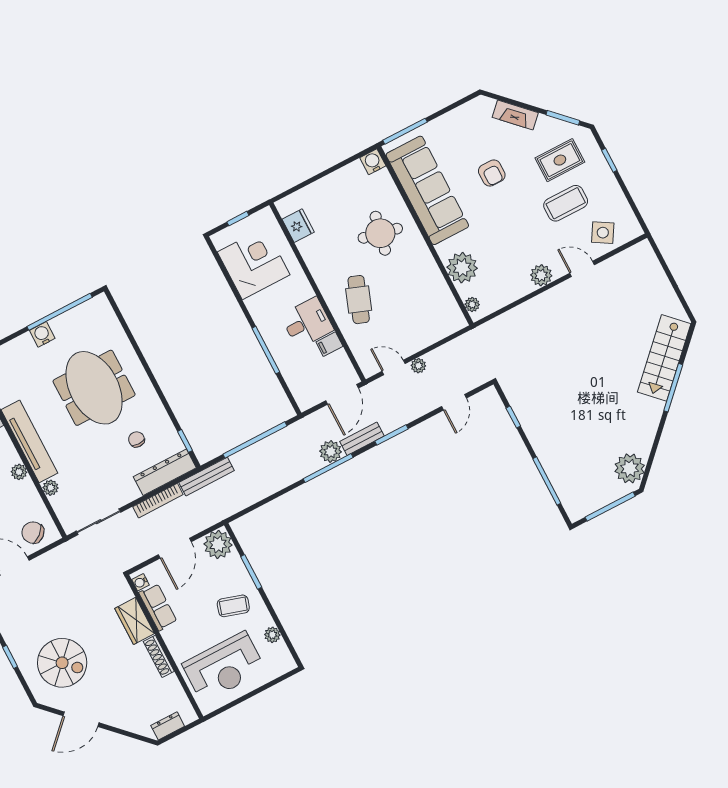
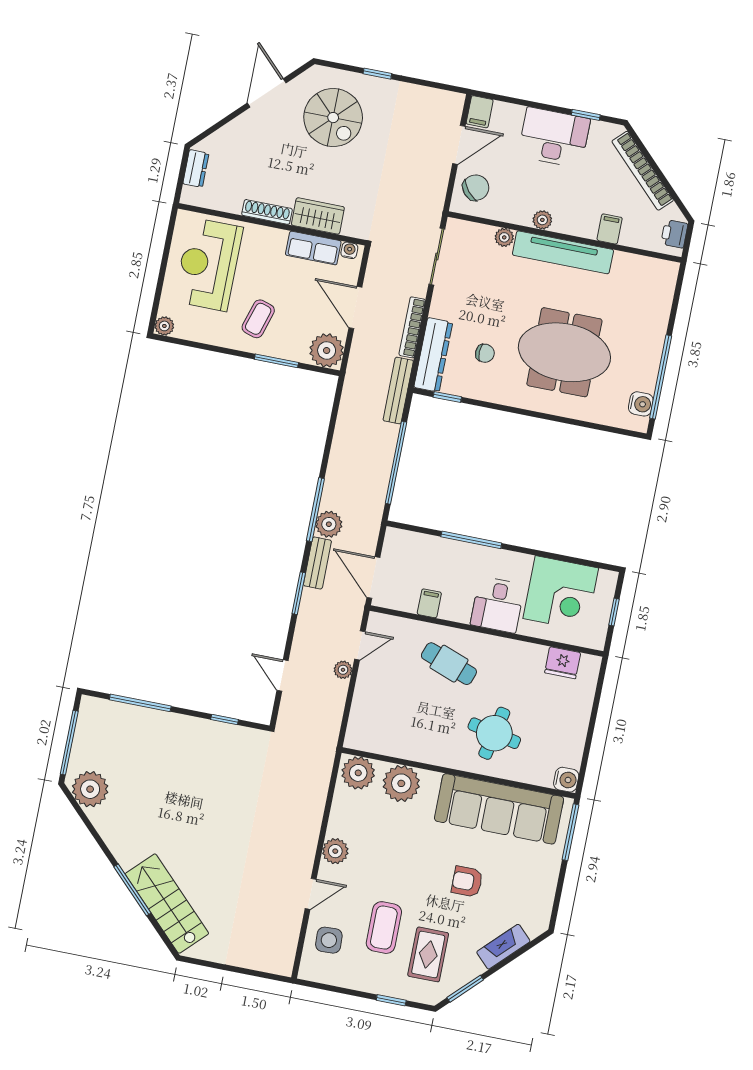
side table: (603, 233) -> (329, 940), turned -33
plant: (472, 304) -> (358, 773), width x1.88, depth x1.88
desk: (307, 323) -> (498, 605), moved
water cooler: (42, 334) -> (641, 404), moved
plant: (272, 635) -> (164, 326), moved
spiral stairs: (62, 663) -> (333, 118), turned -90

